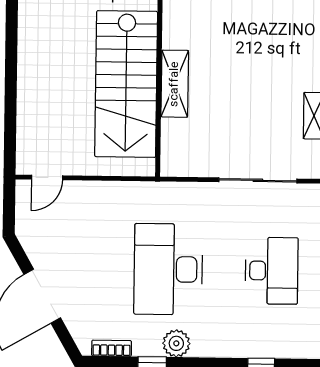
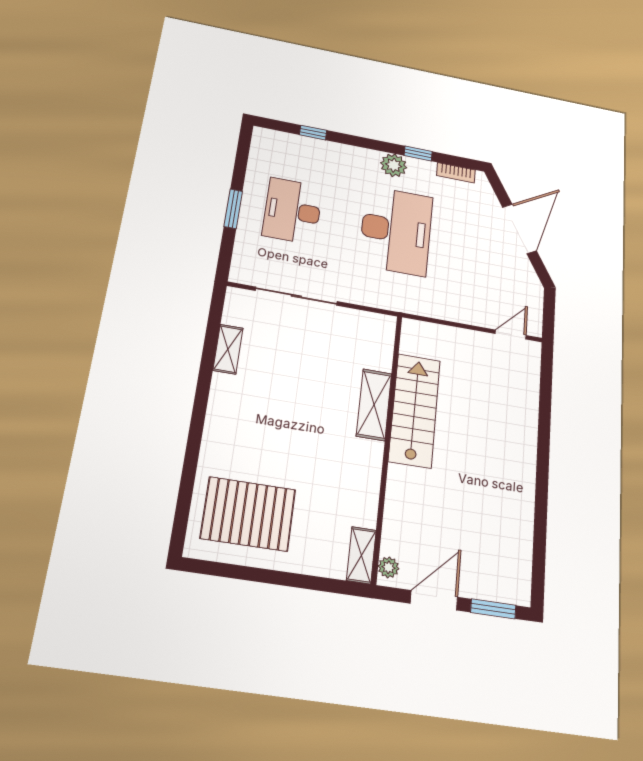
stairs: (126, 84) -> (415, 410), width x0.73, depth x0.66

